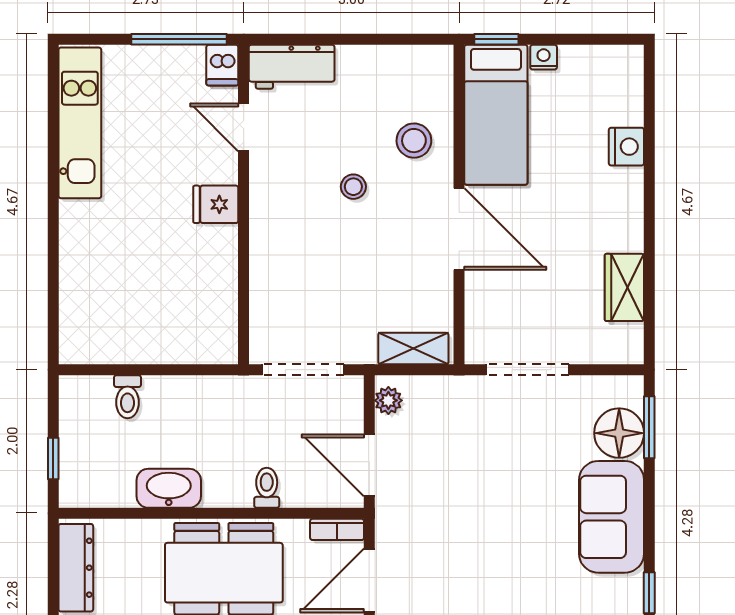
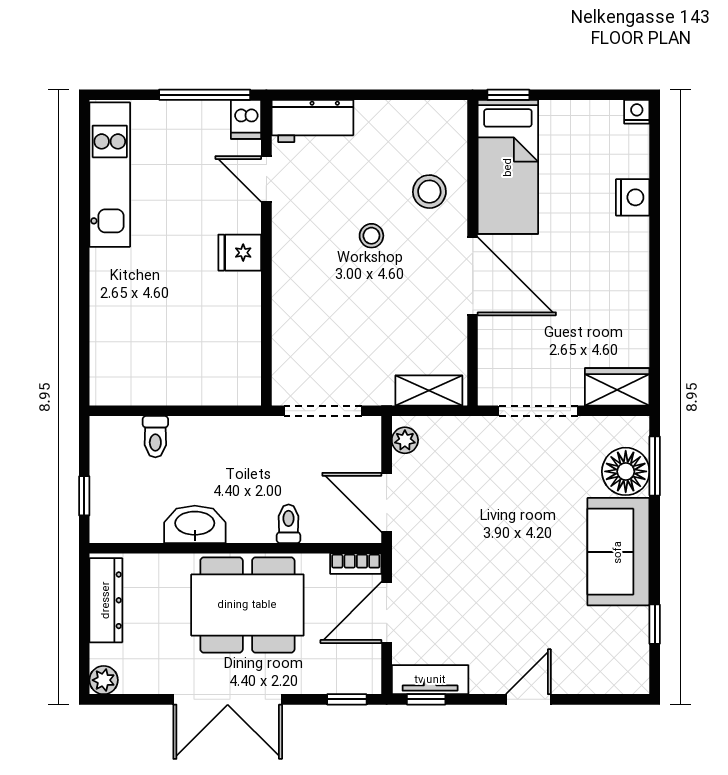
nightstand: (544, 57) -> (637, 112), moved
wardrobe: (624, 287) -> (617, 387), moved, turned 90

